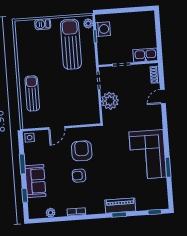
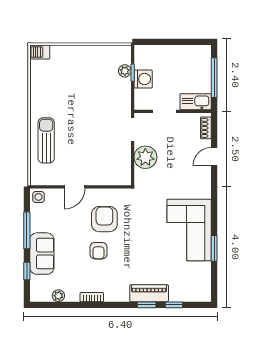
plant: (88, 23) -> (125, 71), moved
barbecue: (43, 24) -> (40, 52), moved
washing machine: (103, 29) -> (143, 79), moved
window: (158, 35) -> (214, 78), added
sun lounger: (71, 44) -> (101, 81), removed
window: (22, 164) -> (27, 230), width x1.44
armchair: (79, 176) -> (99, 251), turned -90
window: (155, 212) -> (174, 305), moved

